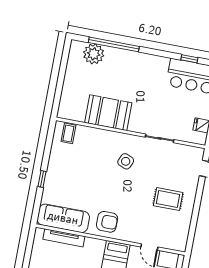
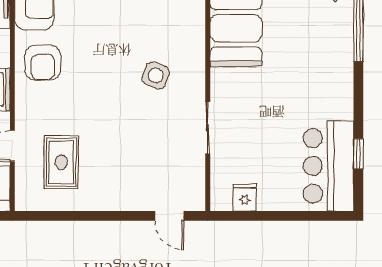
rug: (168, 199) -> (61, 162), moved

